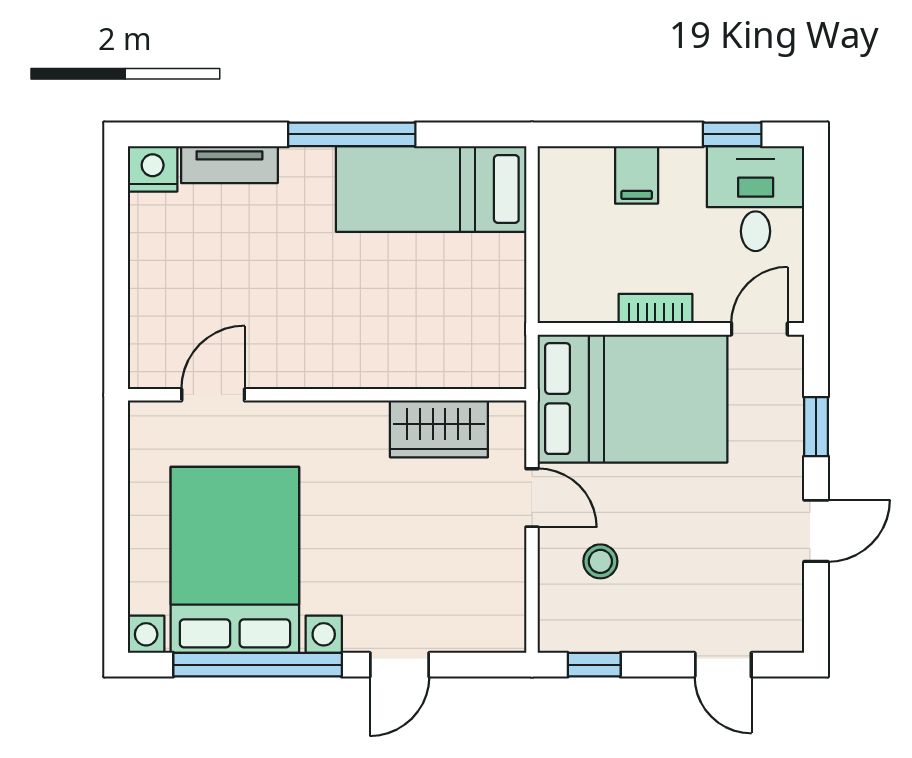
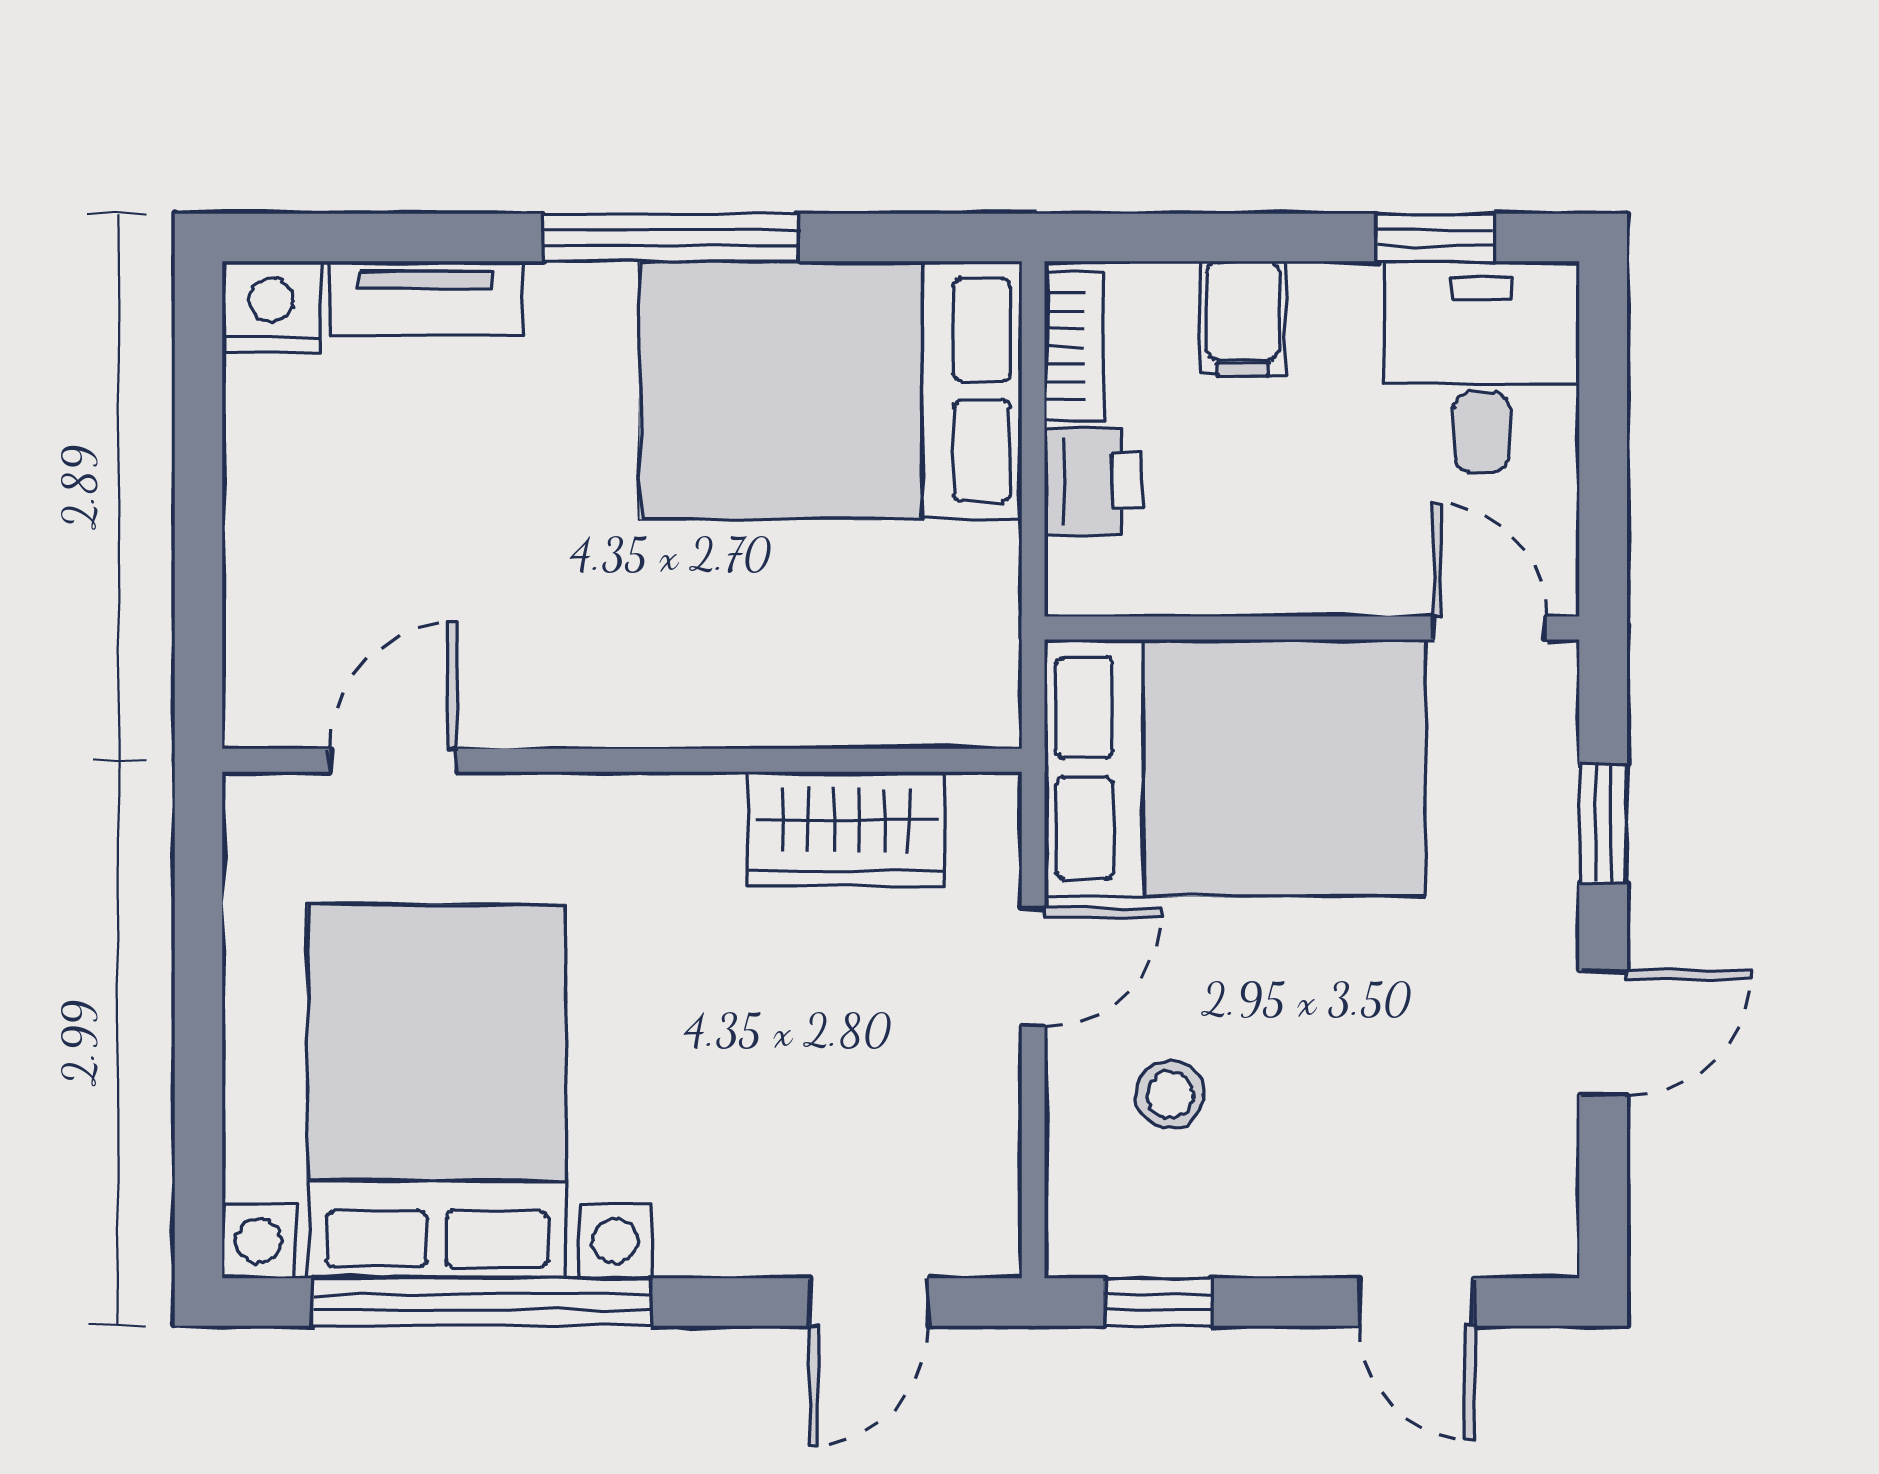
bed: (431, 189) -> (831, 390), width x1.50
printer: (562, 256) -> (1093, 481), added
bookcase: (655, 309) -> (1074, 346), moved, turned 90
door: (759, 329) -> (1490, 628), hinge flipped
door: (532, 498) -> (1033, 967), hinge flipped
door: (399, 665) -> (869, 1302), moved

